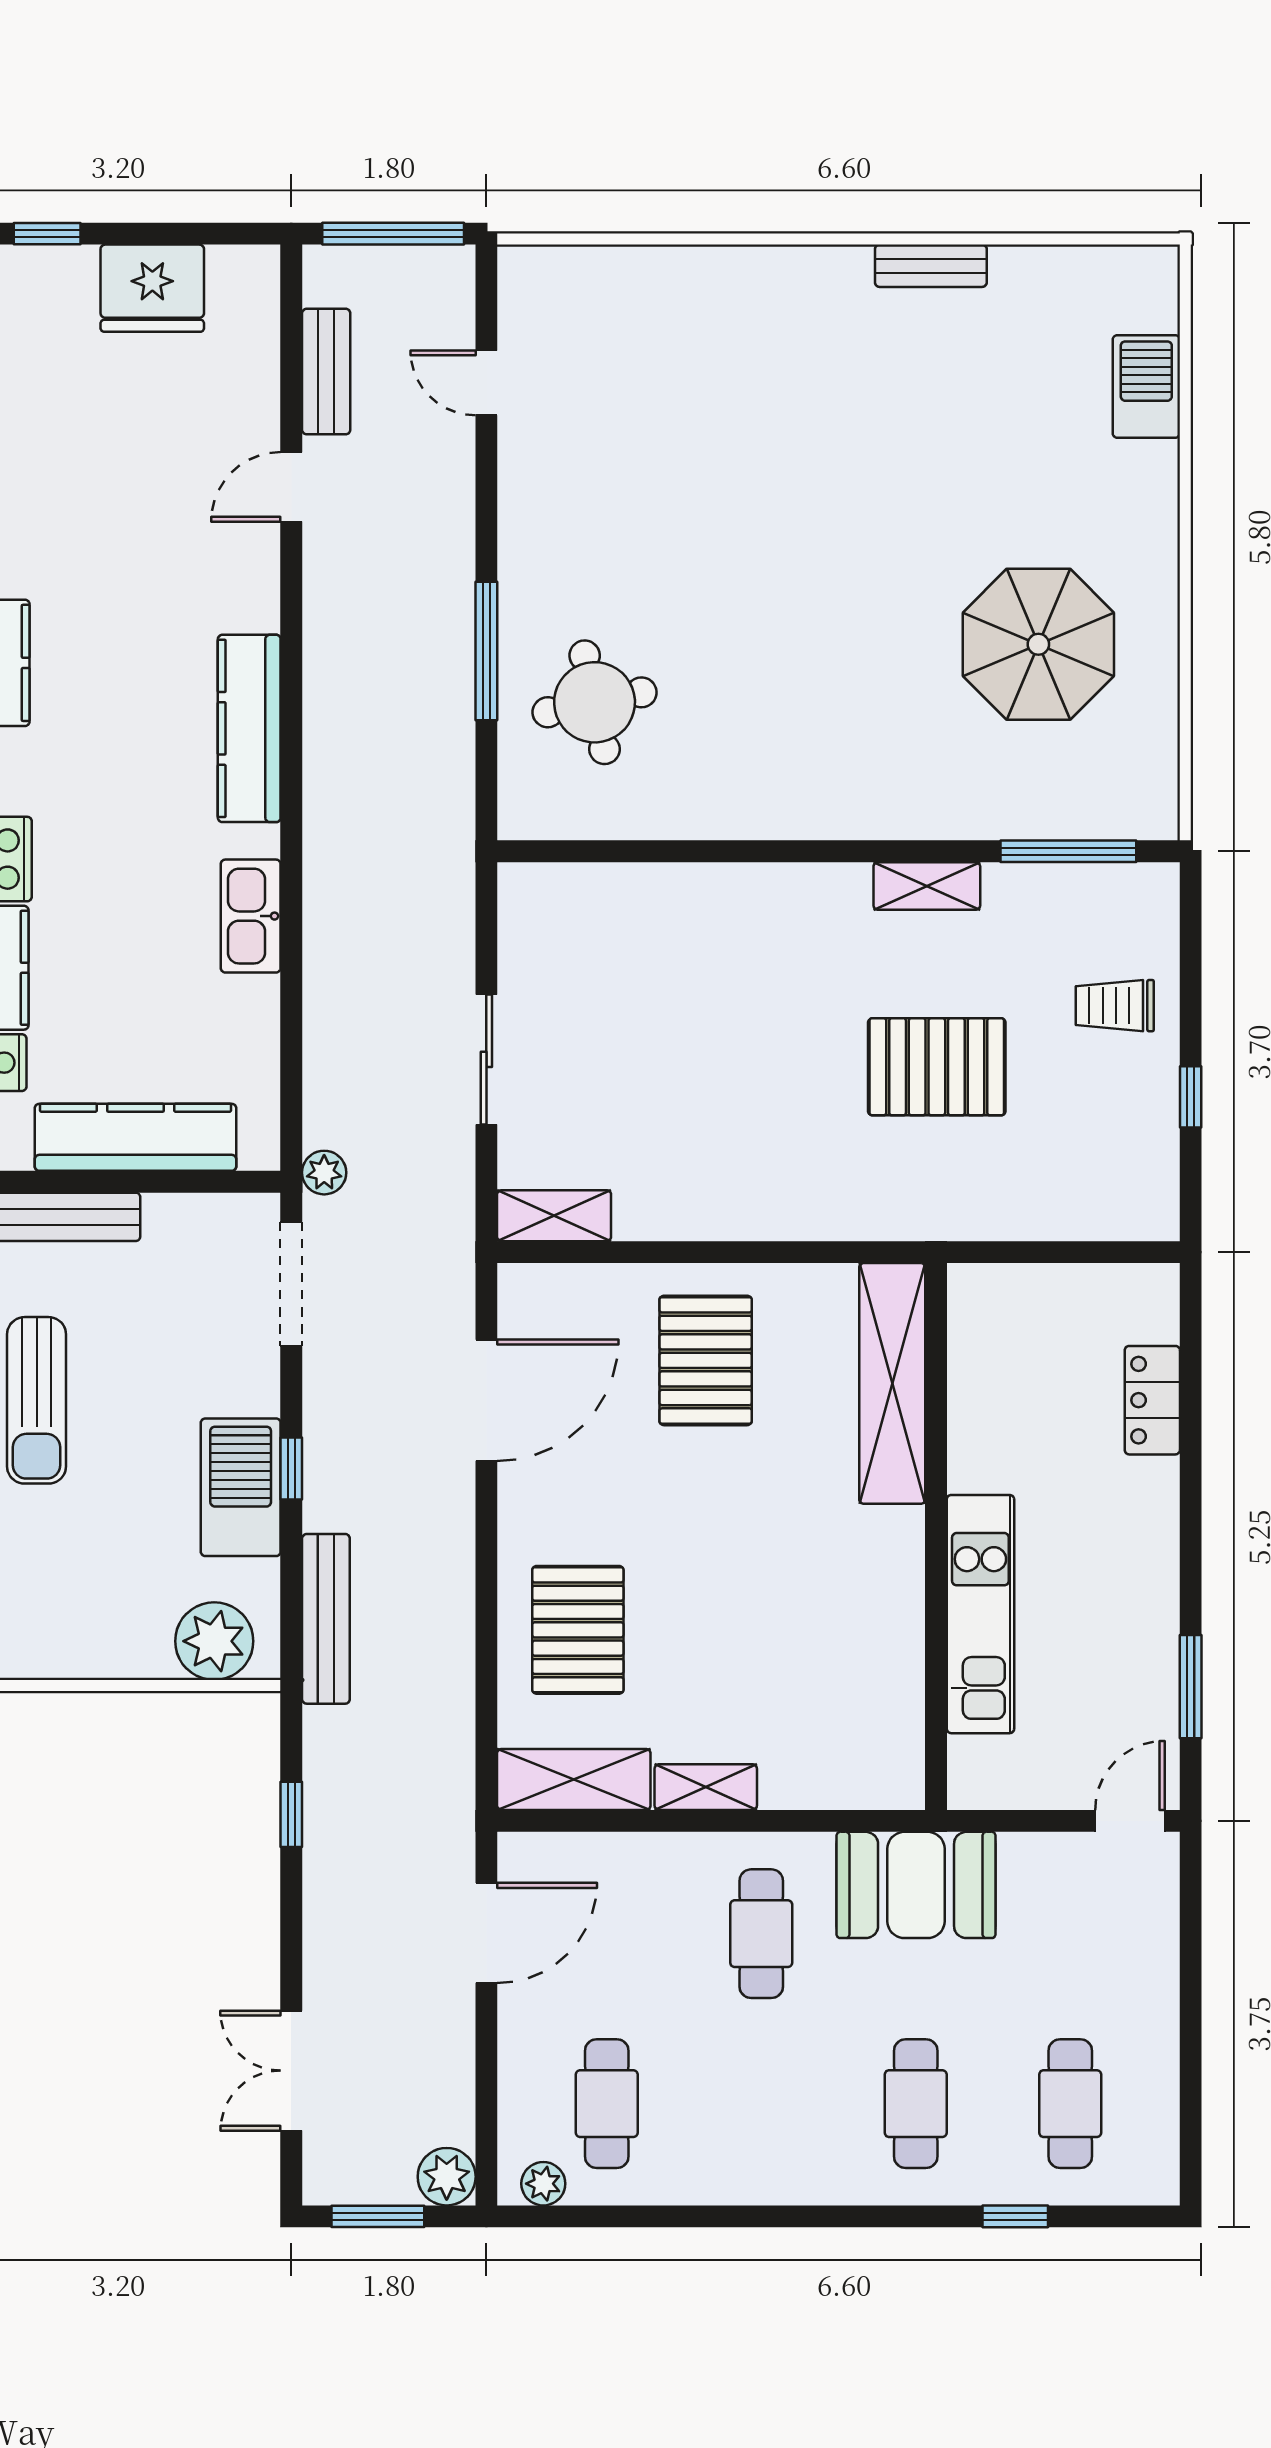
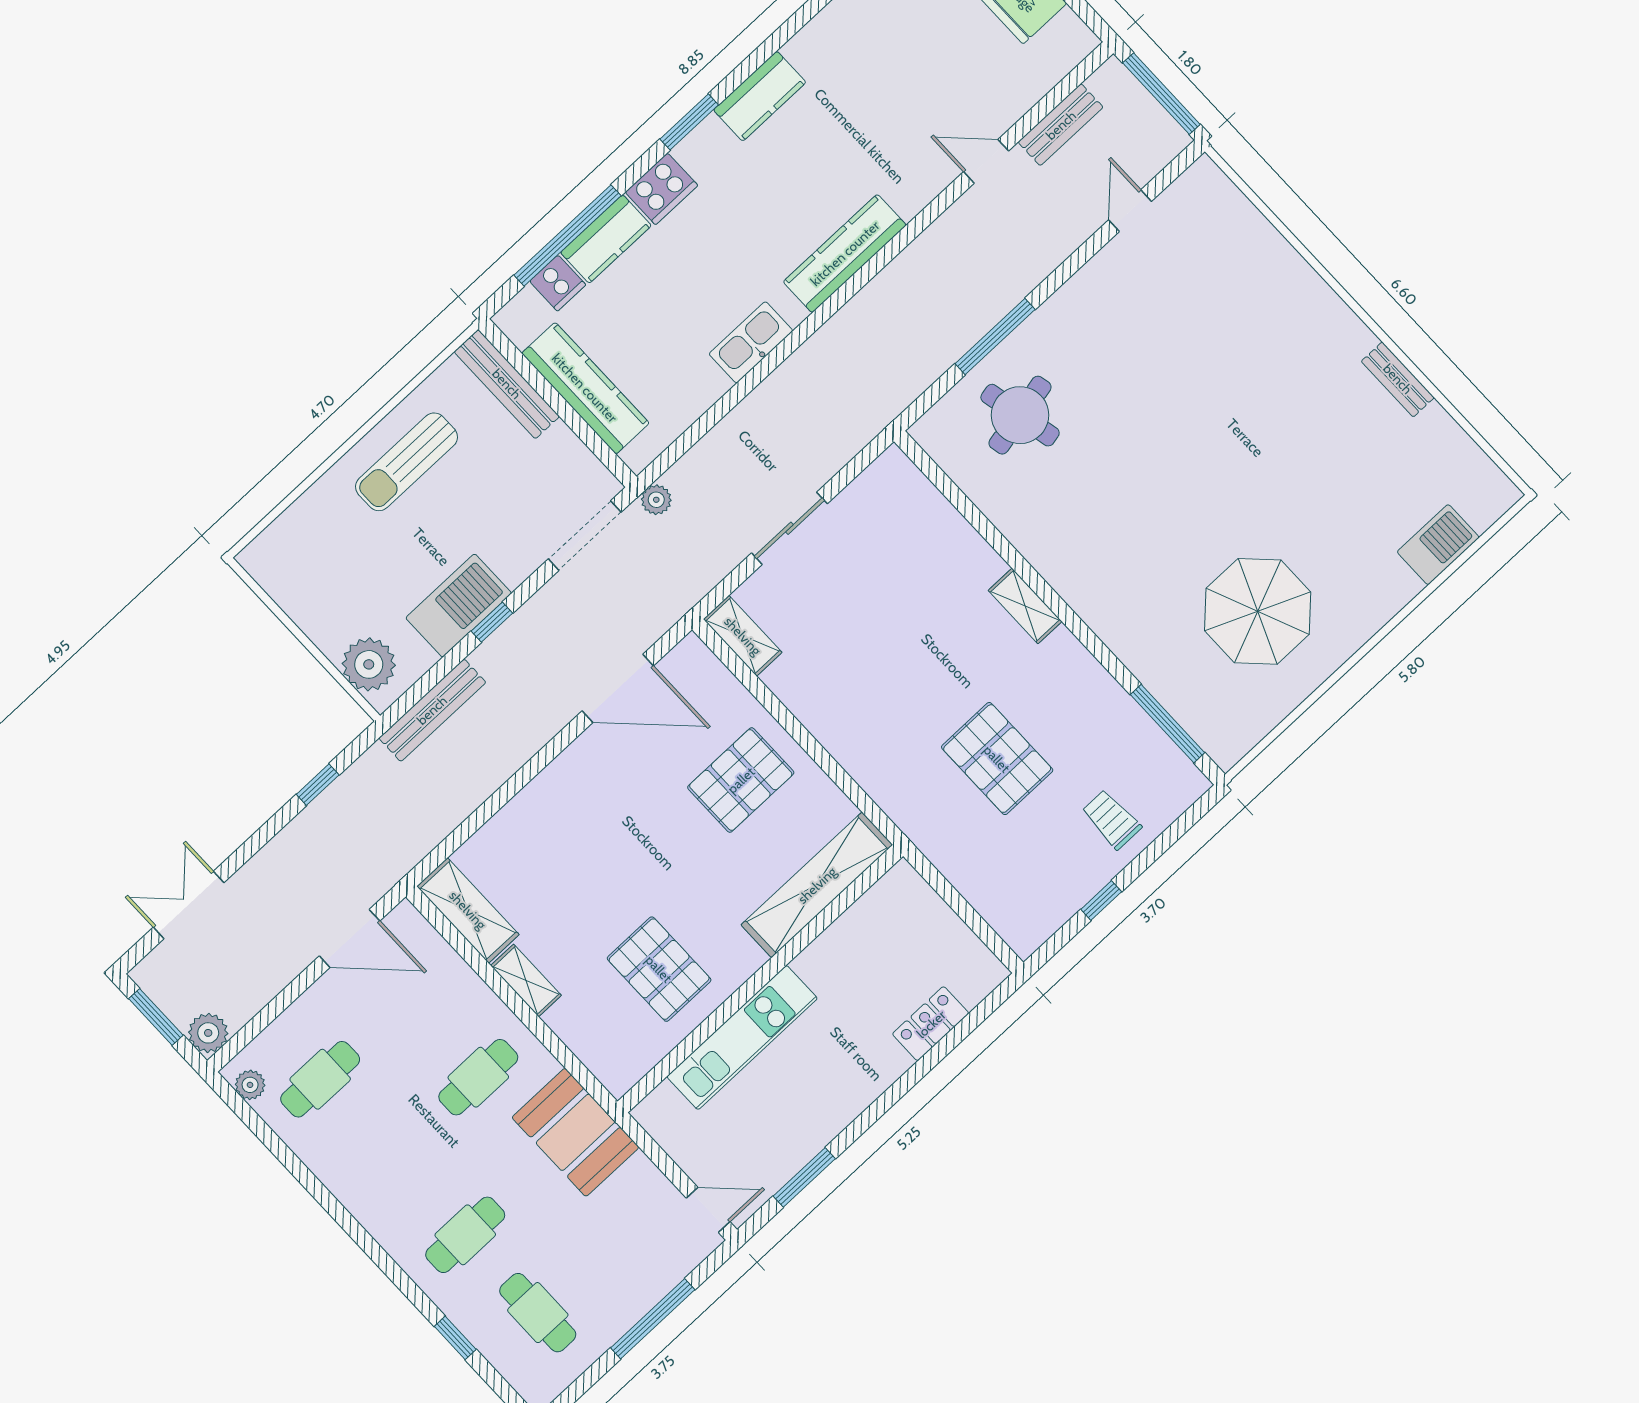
shelving: (927, 886) -> (1025, 606), moved
pallet: (578, 1630) -> (659, 969), moved, turned 90
window: (1191, 1988) -> (653, 1319), added
cafe table: (1070, 2104) -> (538, 1313), turned 90

